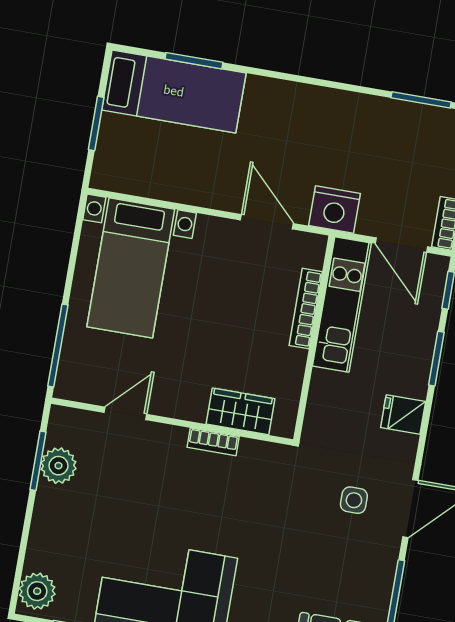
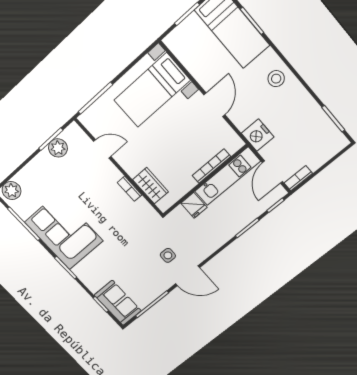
stool: (293, 110) -> (276, 79), added
door: (267, 222) -> (214, 105), moved
fridge: (403, 415) -> (194, 205), moved, turned 180

